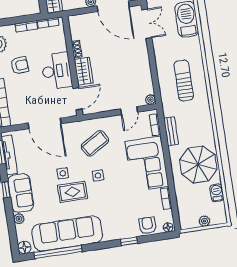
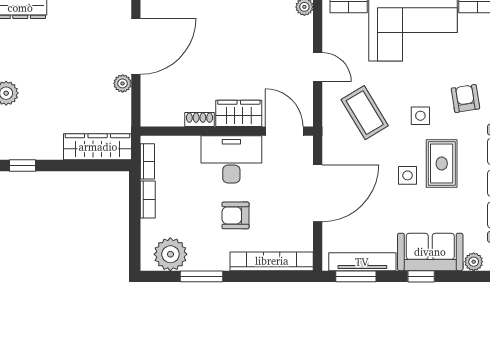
armchair: (20, 65) -> (235, 215), moved, turned -86
door: (129, 111) -> (318, 67), moved
armchair: (112, 200) -> (465, 98), added

